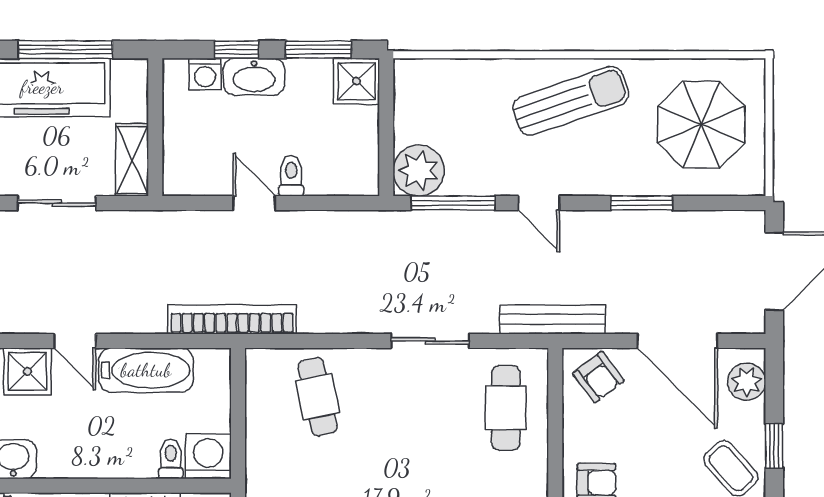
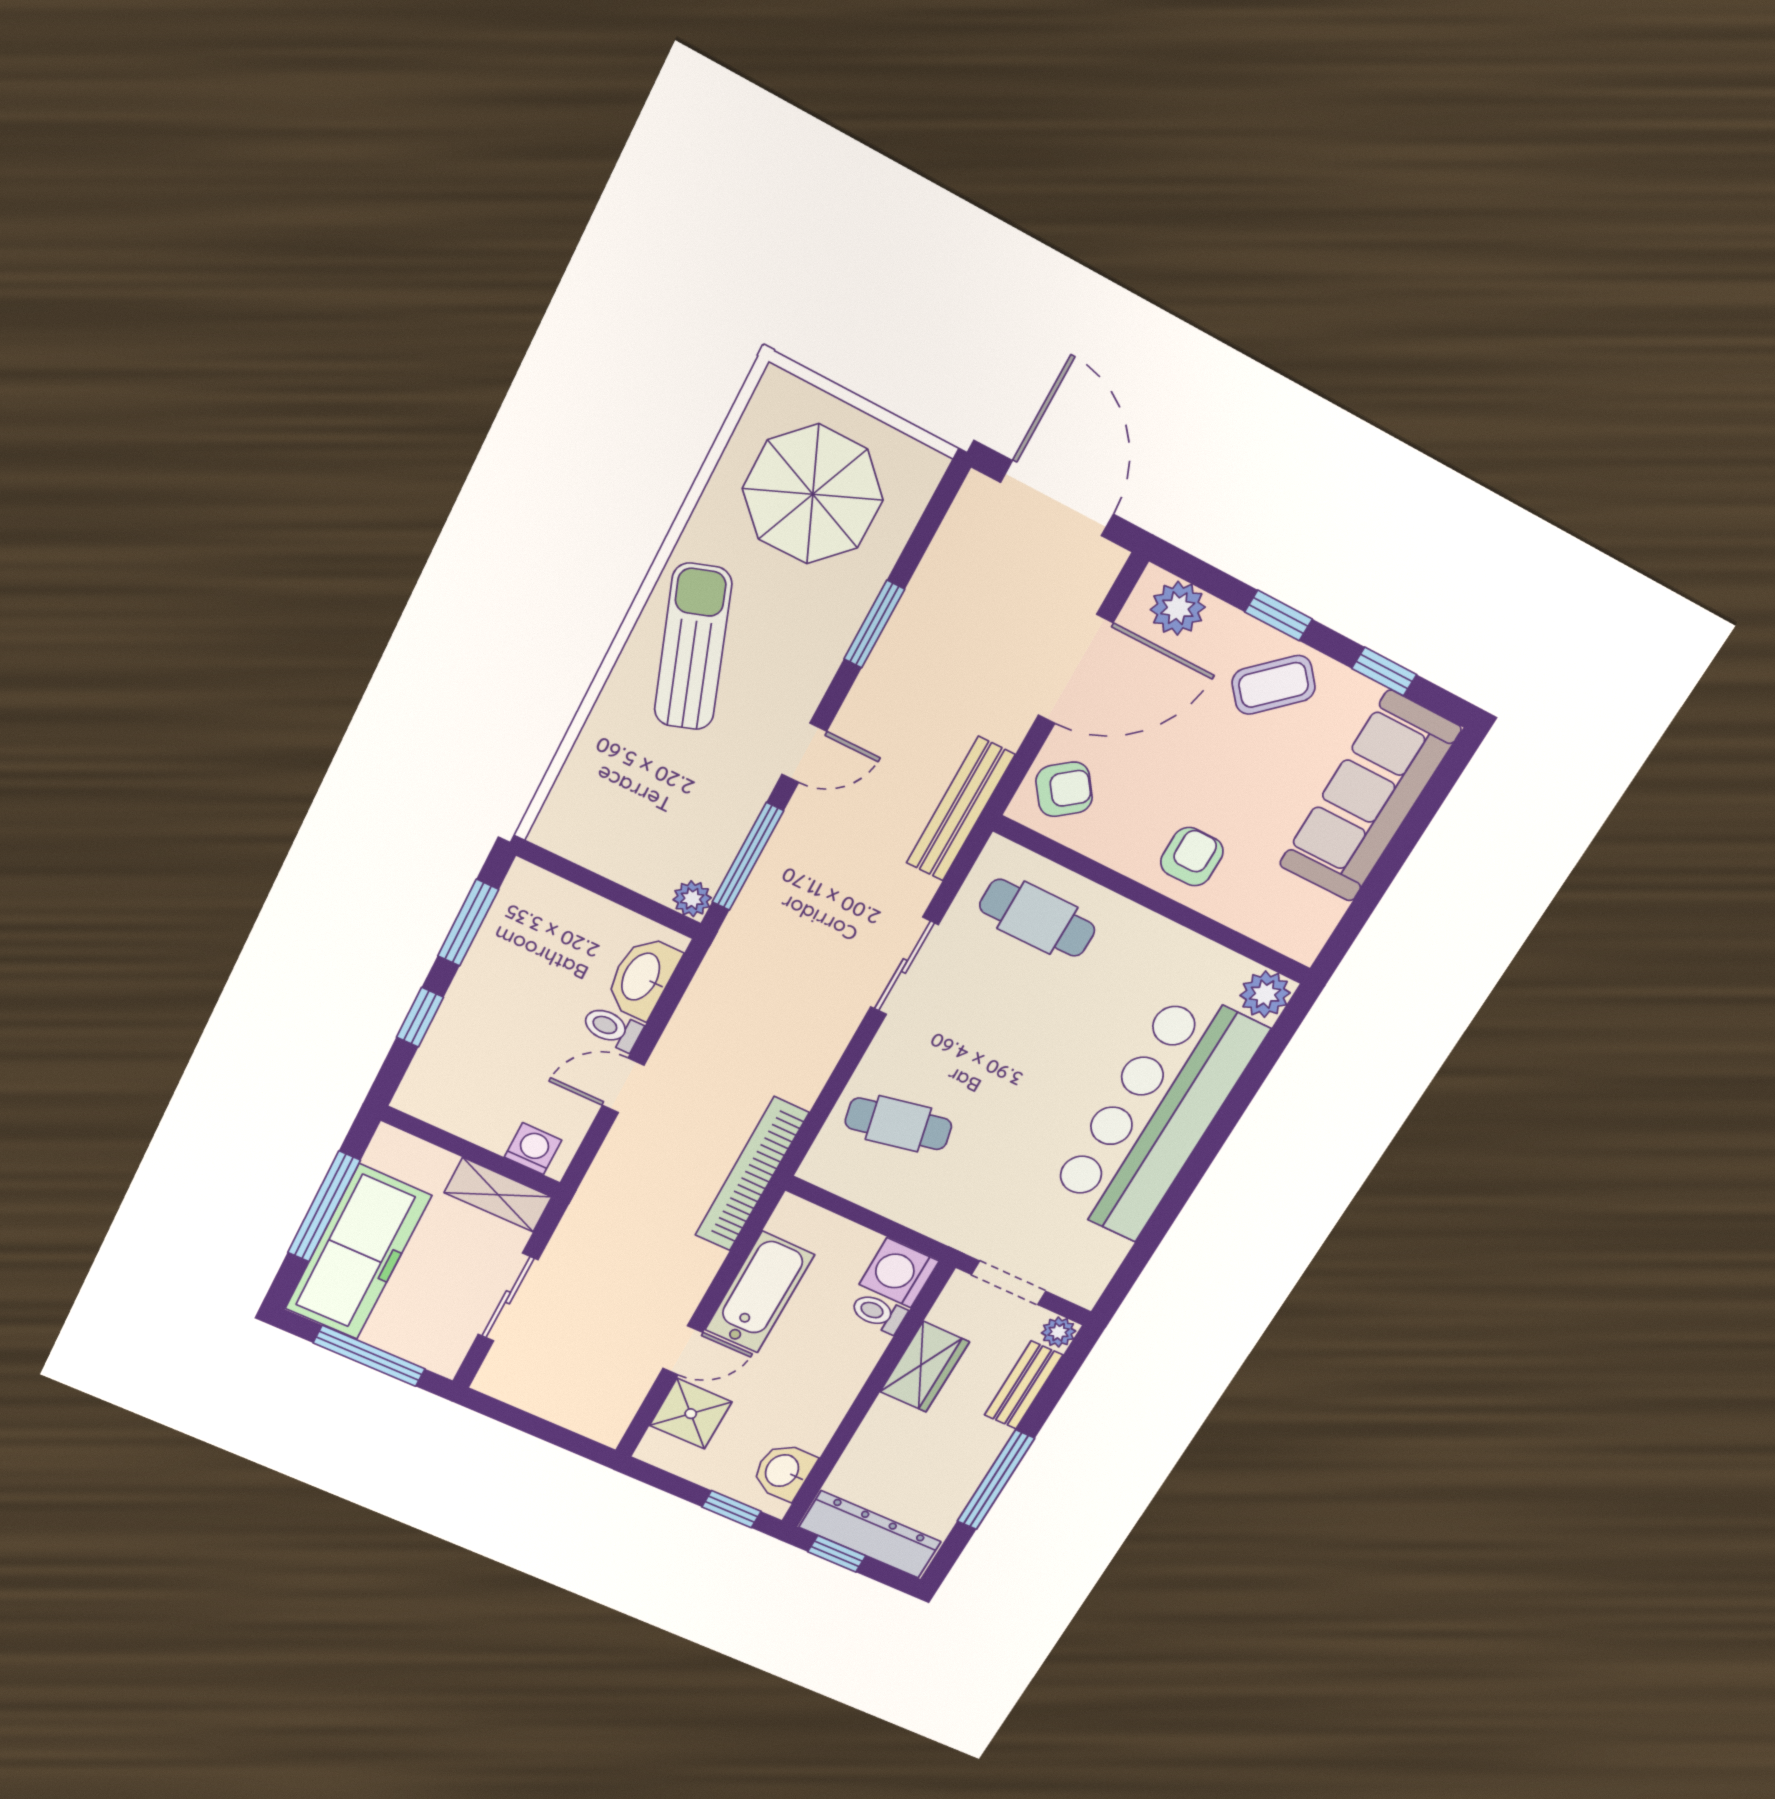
washing machine: (205, 74) -> (533, 1149), moved, turned -90
washbasin: (254, 77) -> (642, 977), moved, turned 180
shower: (356, 81) -> (532, 897), removed
plant: (419, 171) -> (692, 899), width x0.53, depth x0.53

